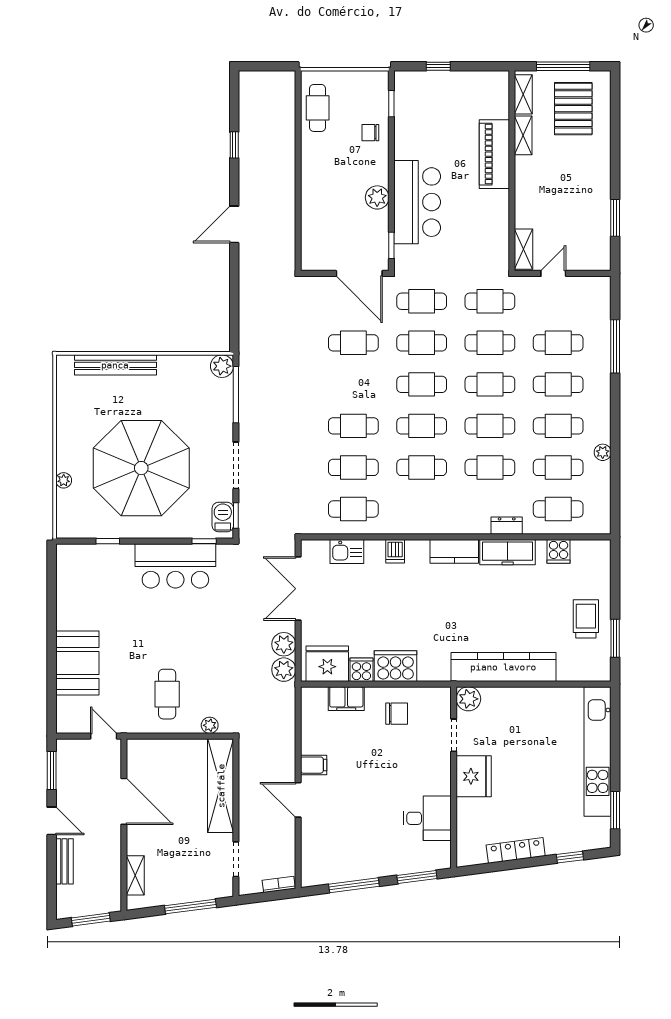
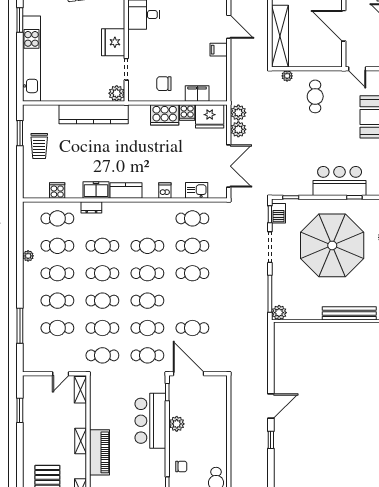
shelving: (523, 135) -> (81, 441), moved
window: (234, 145) -> (271, 440), moved
freezer: (508, 552) -> (96, 190), width x0.71
bar counter: (175, 566) -> (340, 181), moved

